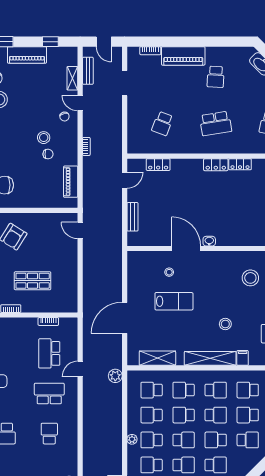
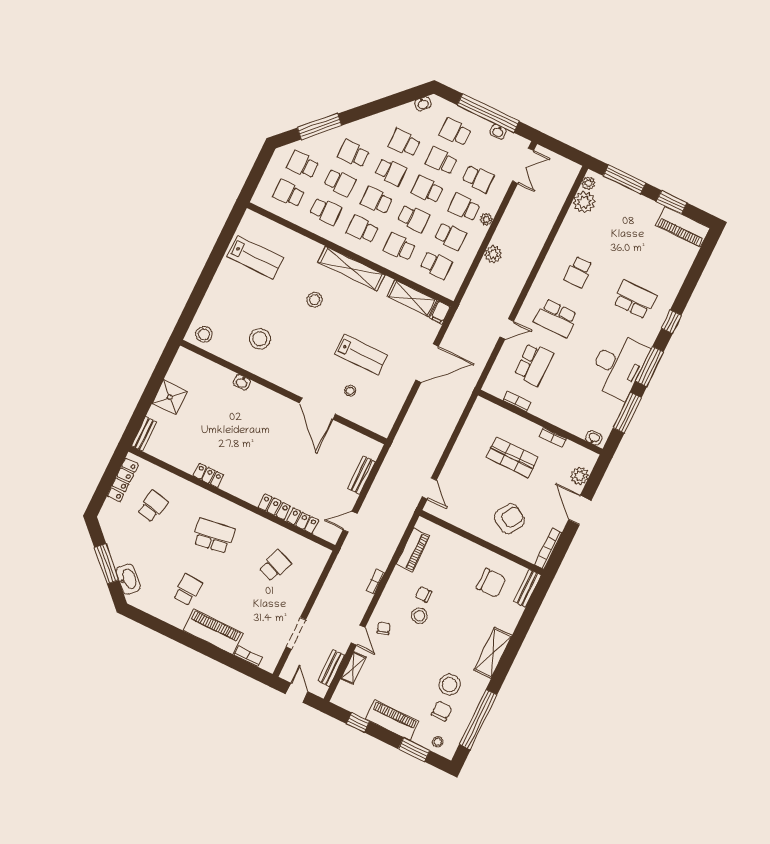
locker: (216, 165) -> (274, 507), moved
washbasin: (209, 241) -> (242, 382), moved
lab bench: (174, 301) -> (361, 355), turned 180
filing cabinet: (243, 358) -> (440, 312), moved
plant: (115, 376) -> (493, 254), moved
school desk: (184, 390) -> (399, 247), turned 180
school desk: (152, 440) -> (464, 207), turned 180

